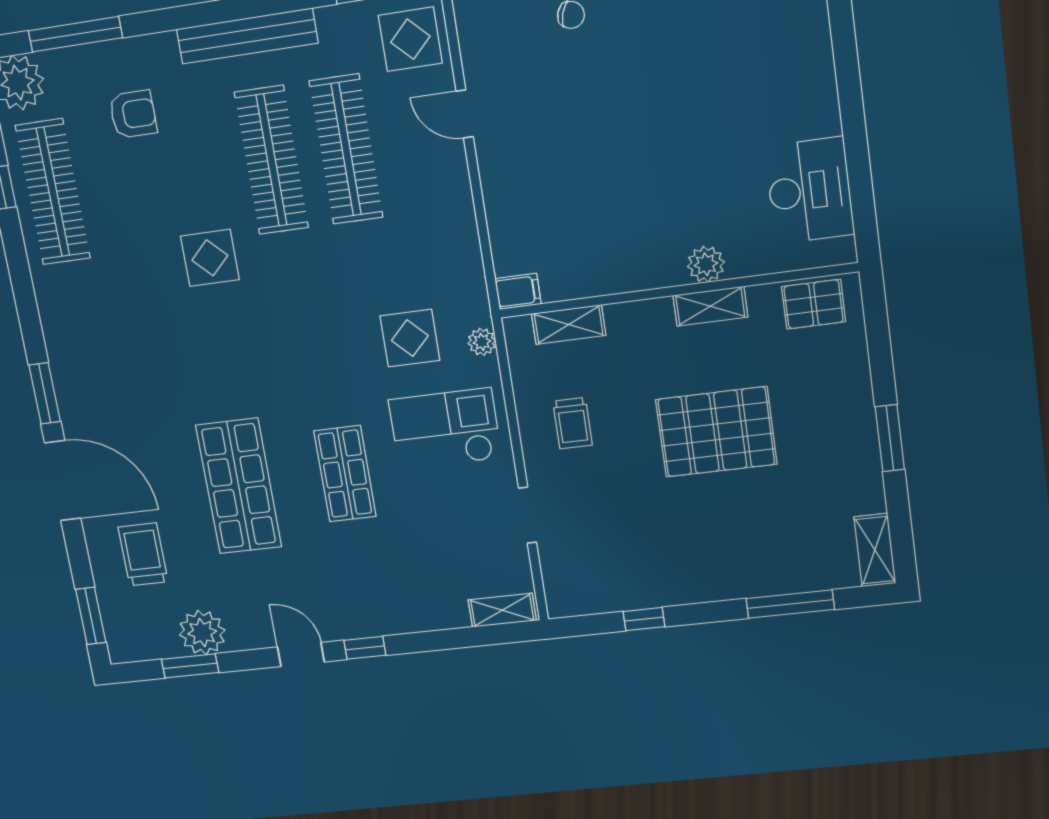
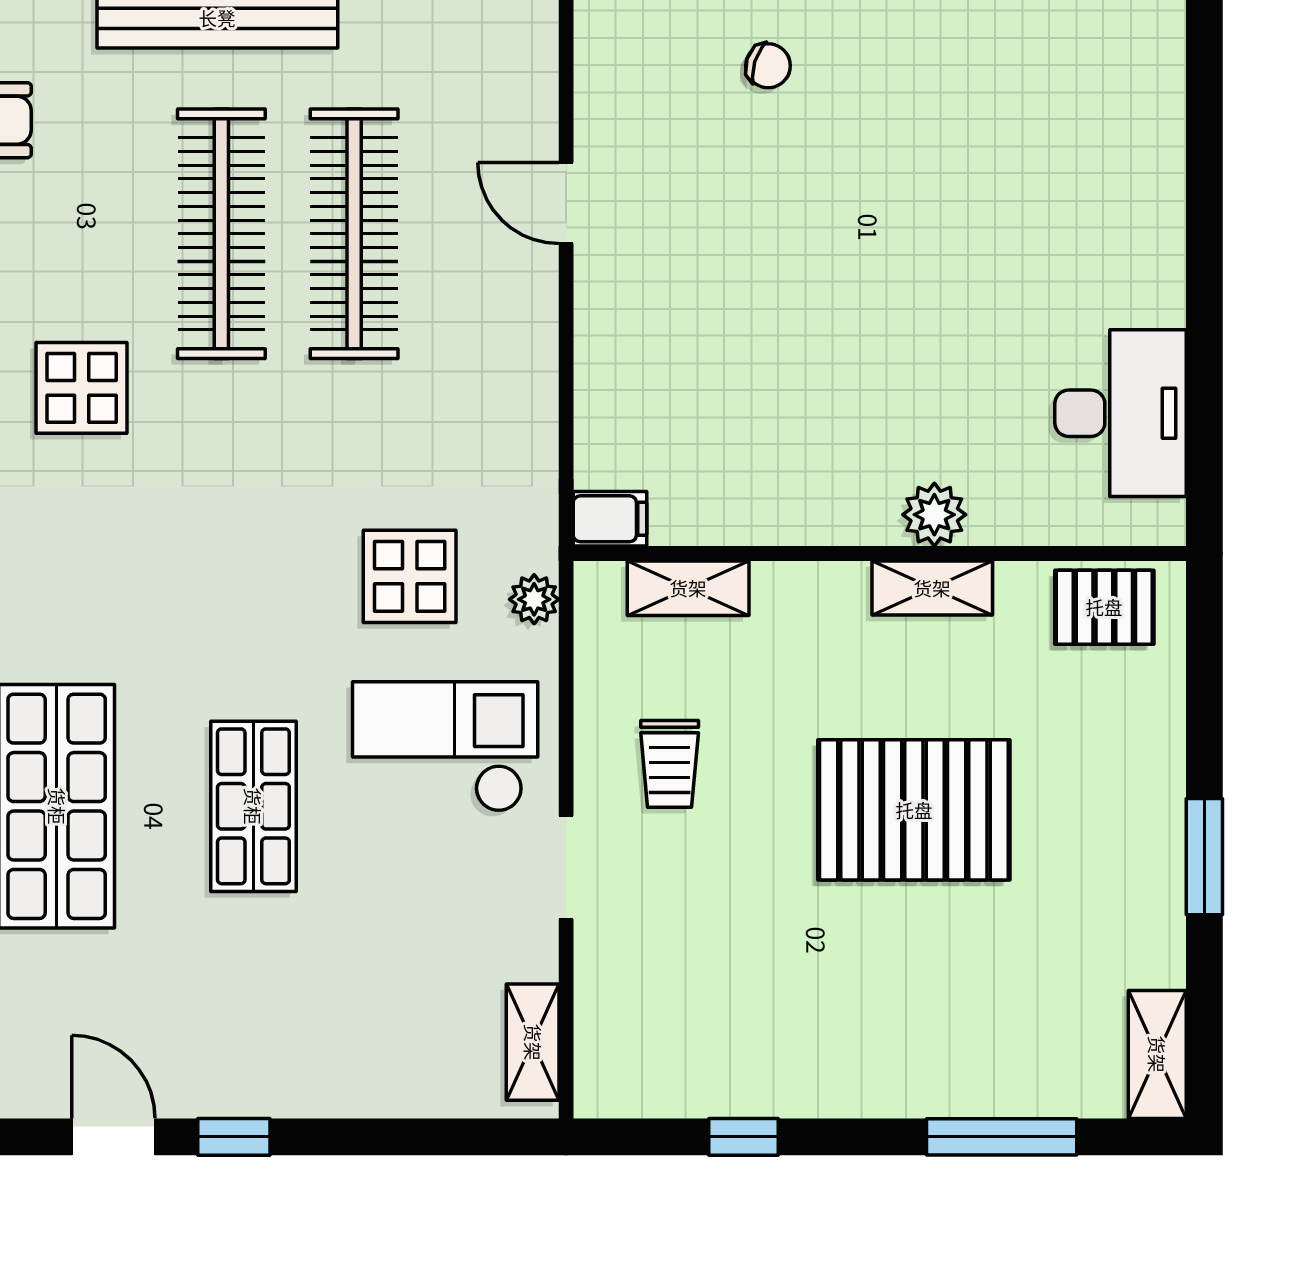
display table: (410, 39) -> (495, 65), removed
doorway: (527, 515) -> (566, 867), moved
shelving: (502, 610) -> (533, 1042), moved, turned 90

